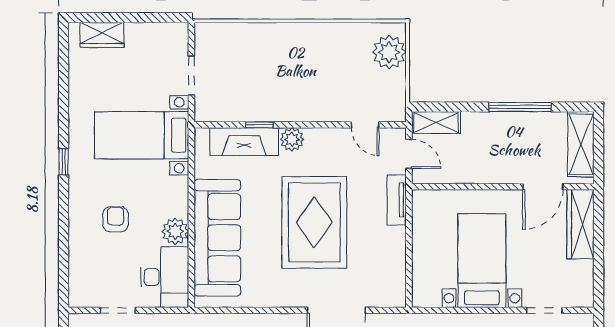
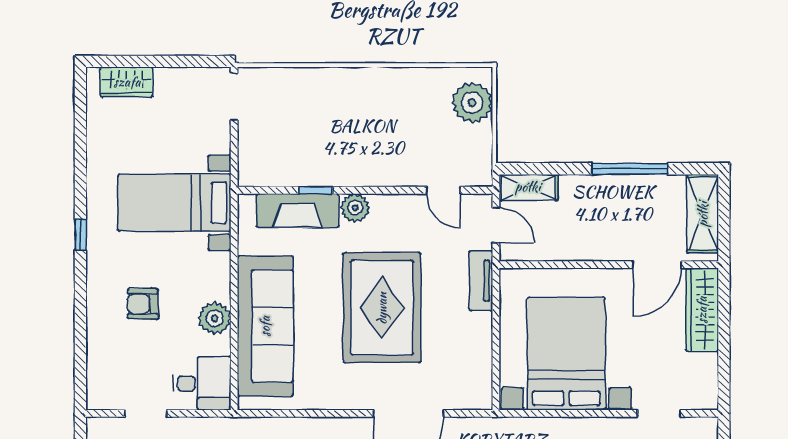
doorway: (191, 75) -> (234, 97), moved
armchair: (116, 219) -> (143, 304), turned -90
bed with nightstands: (482, 261) -> (566, 354), width x1.36
desk: (165, 277) -> (202, 383), width x0.73

